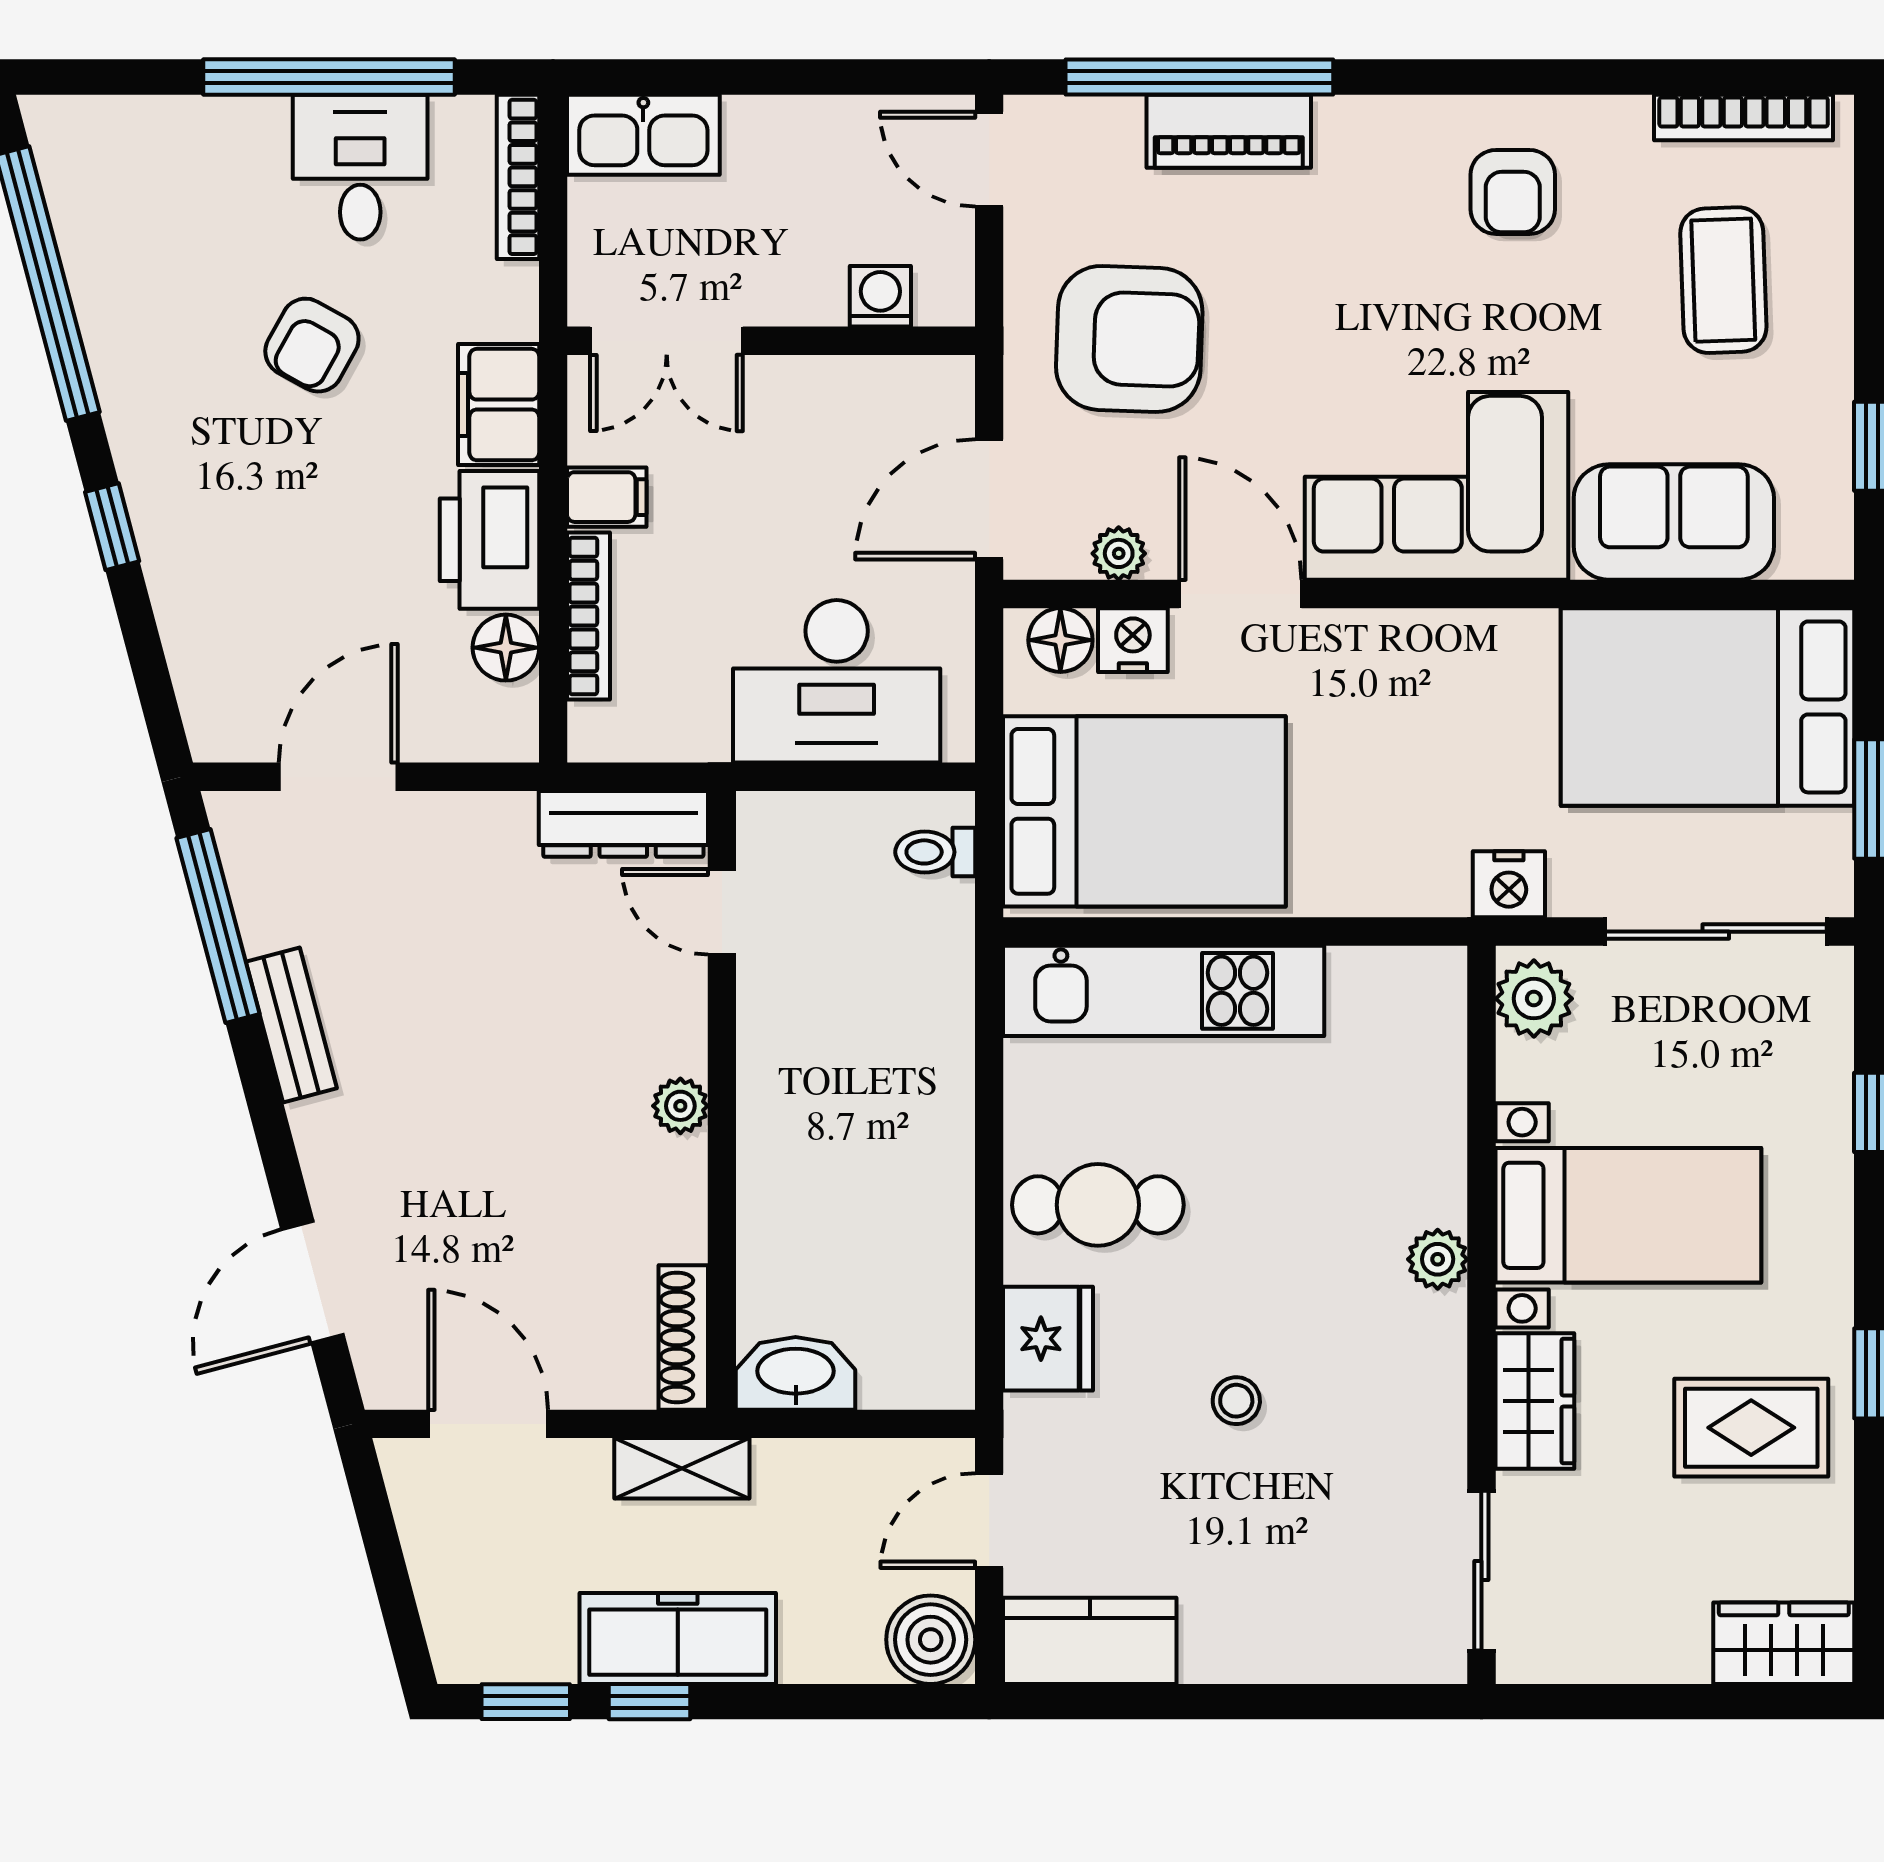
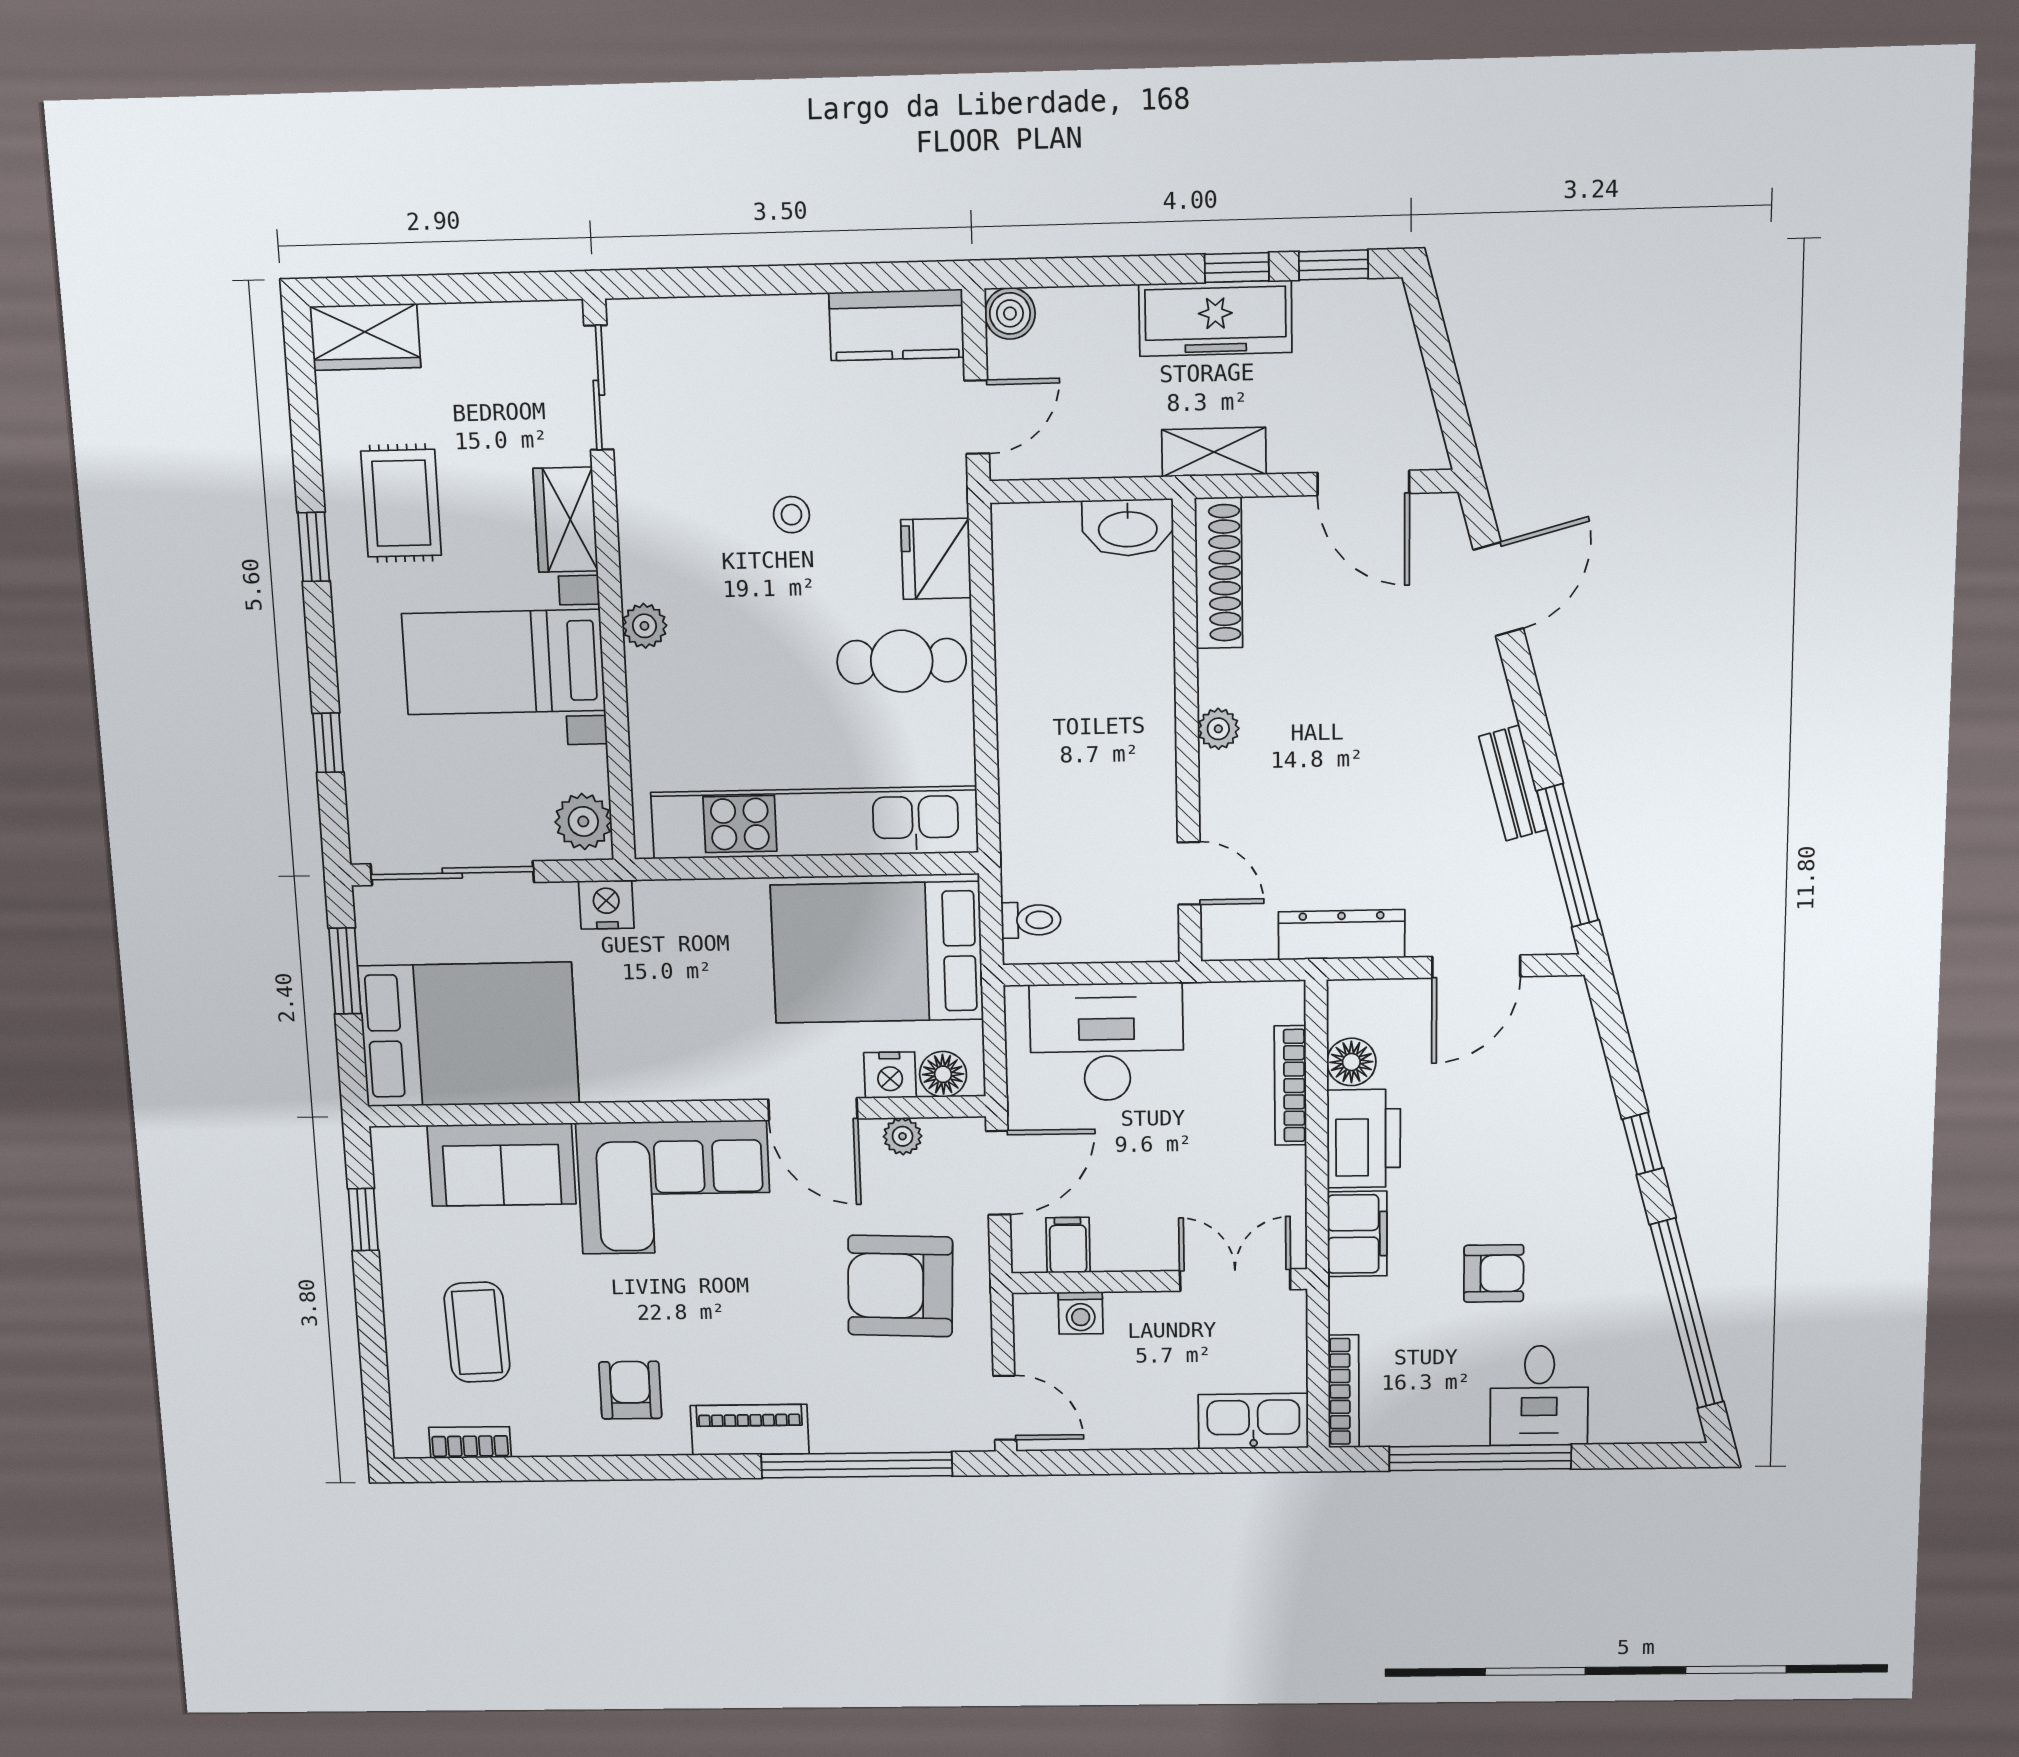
bookcase: (1744, 117) -> (470, 1442), width x0.64
piano: (1229, 131) -> (750, 1430), moved
desk: (360, 167) -> (1539, 1396), moved
armchair: (312, 345) -> (1494, 1273), turned 61
filing cabinet: (607, 497) -> (1068, 1245), moved, turned 90
dresser: (623, 824) -> (1342, 935), moved
kitchen unit: (1164, 991) -> (815, 823), width x1.36
shoe rack: (683, 1337) -> (1219, 573), width x1.36, depth x1.24
rug: (1751, 1428) -> (401, 503), turned 90
boiler: (931, 1640) -> (1010, 313), width x0.73, depth x0.73

